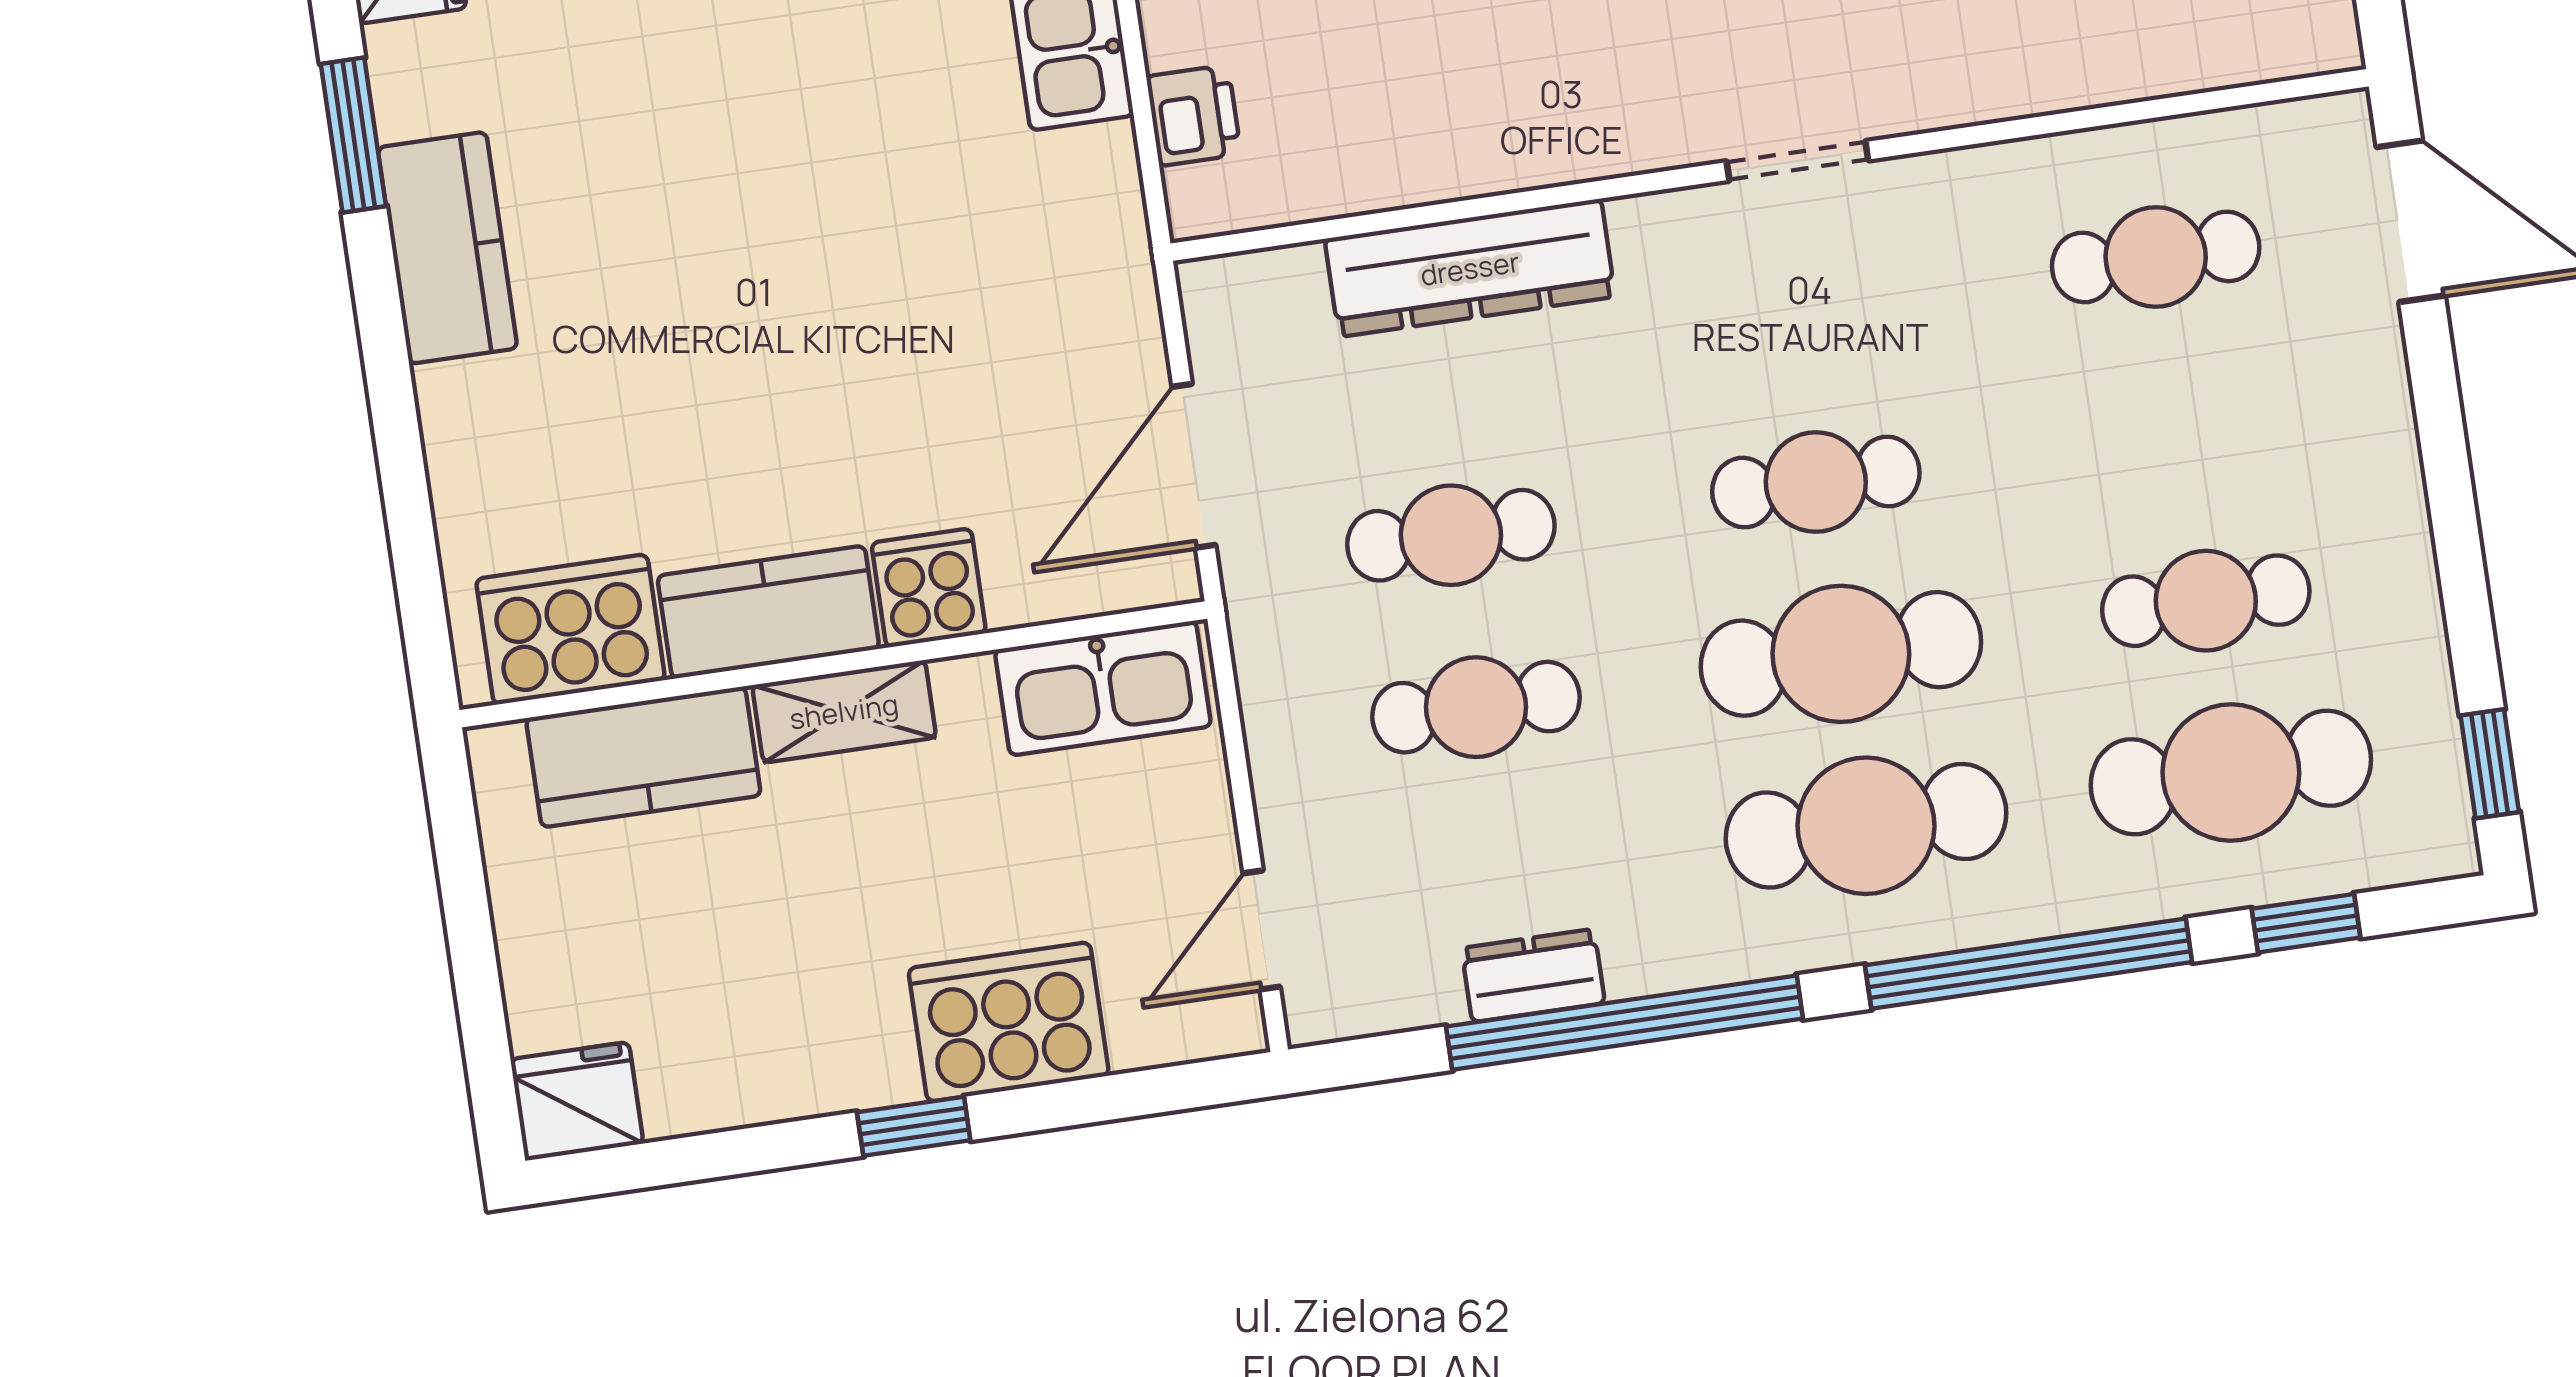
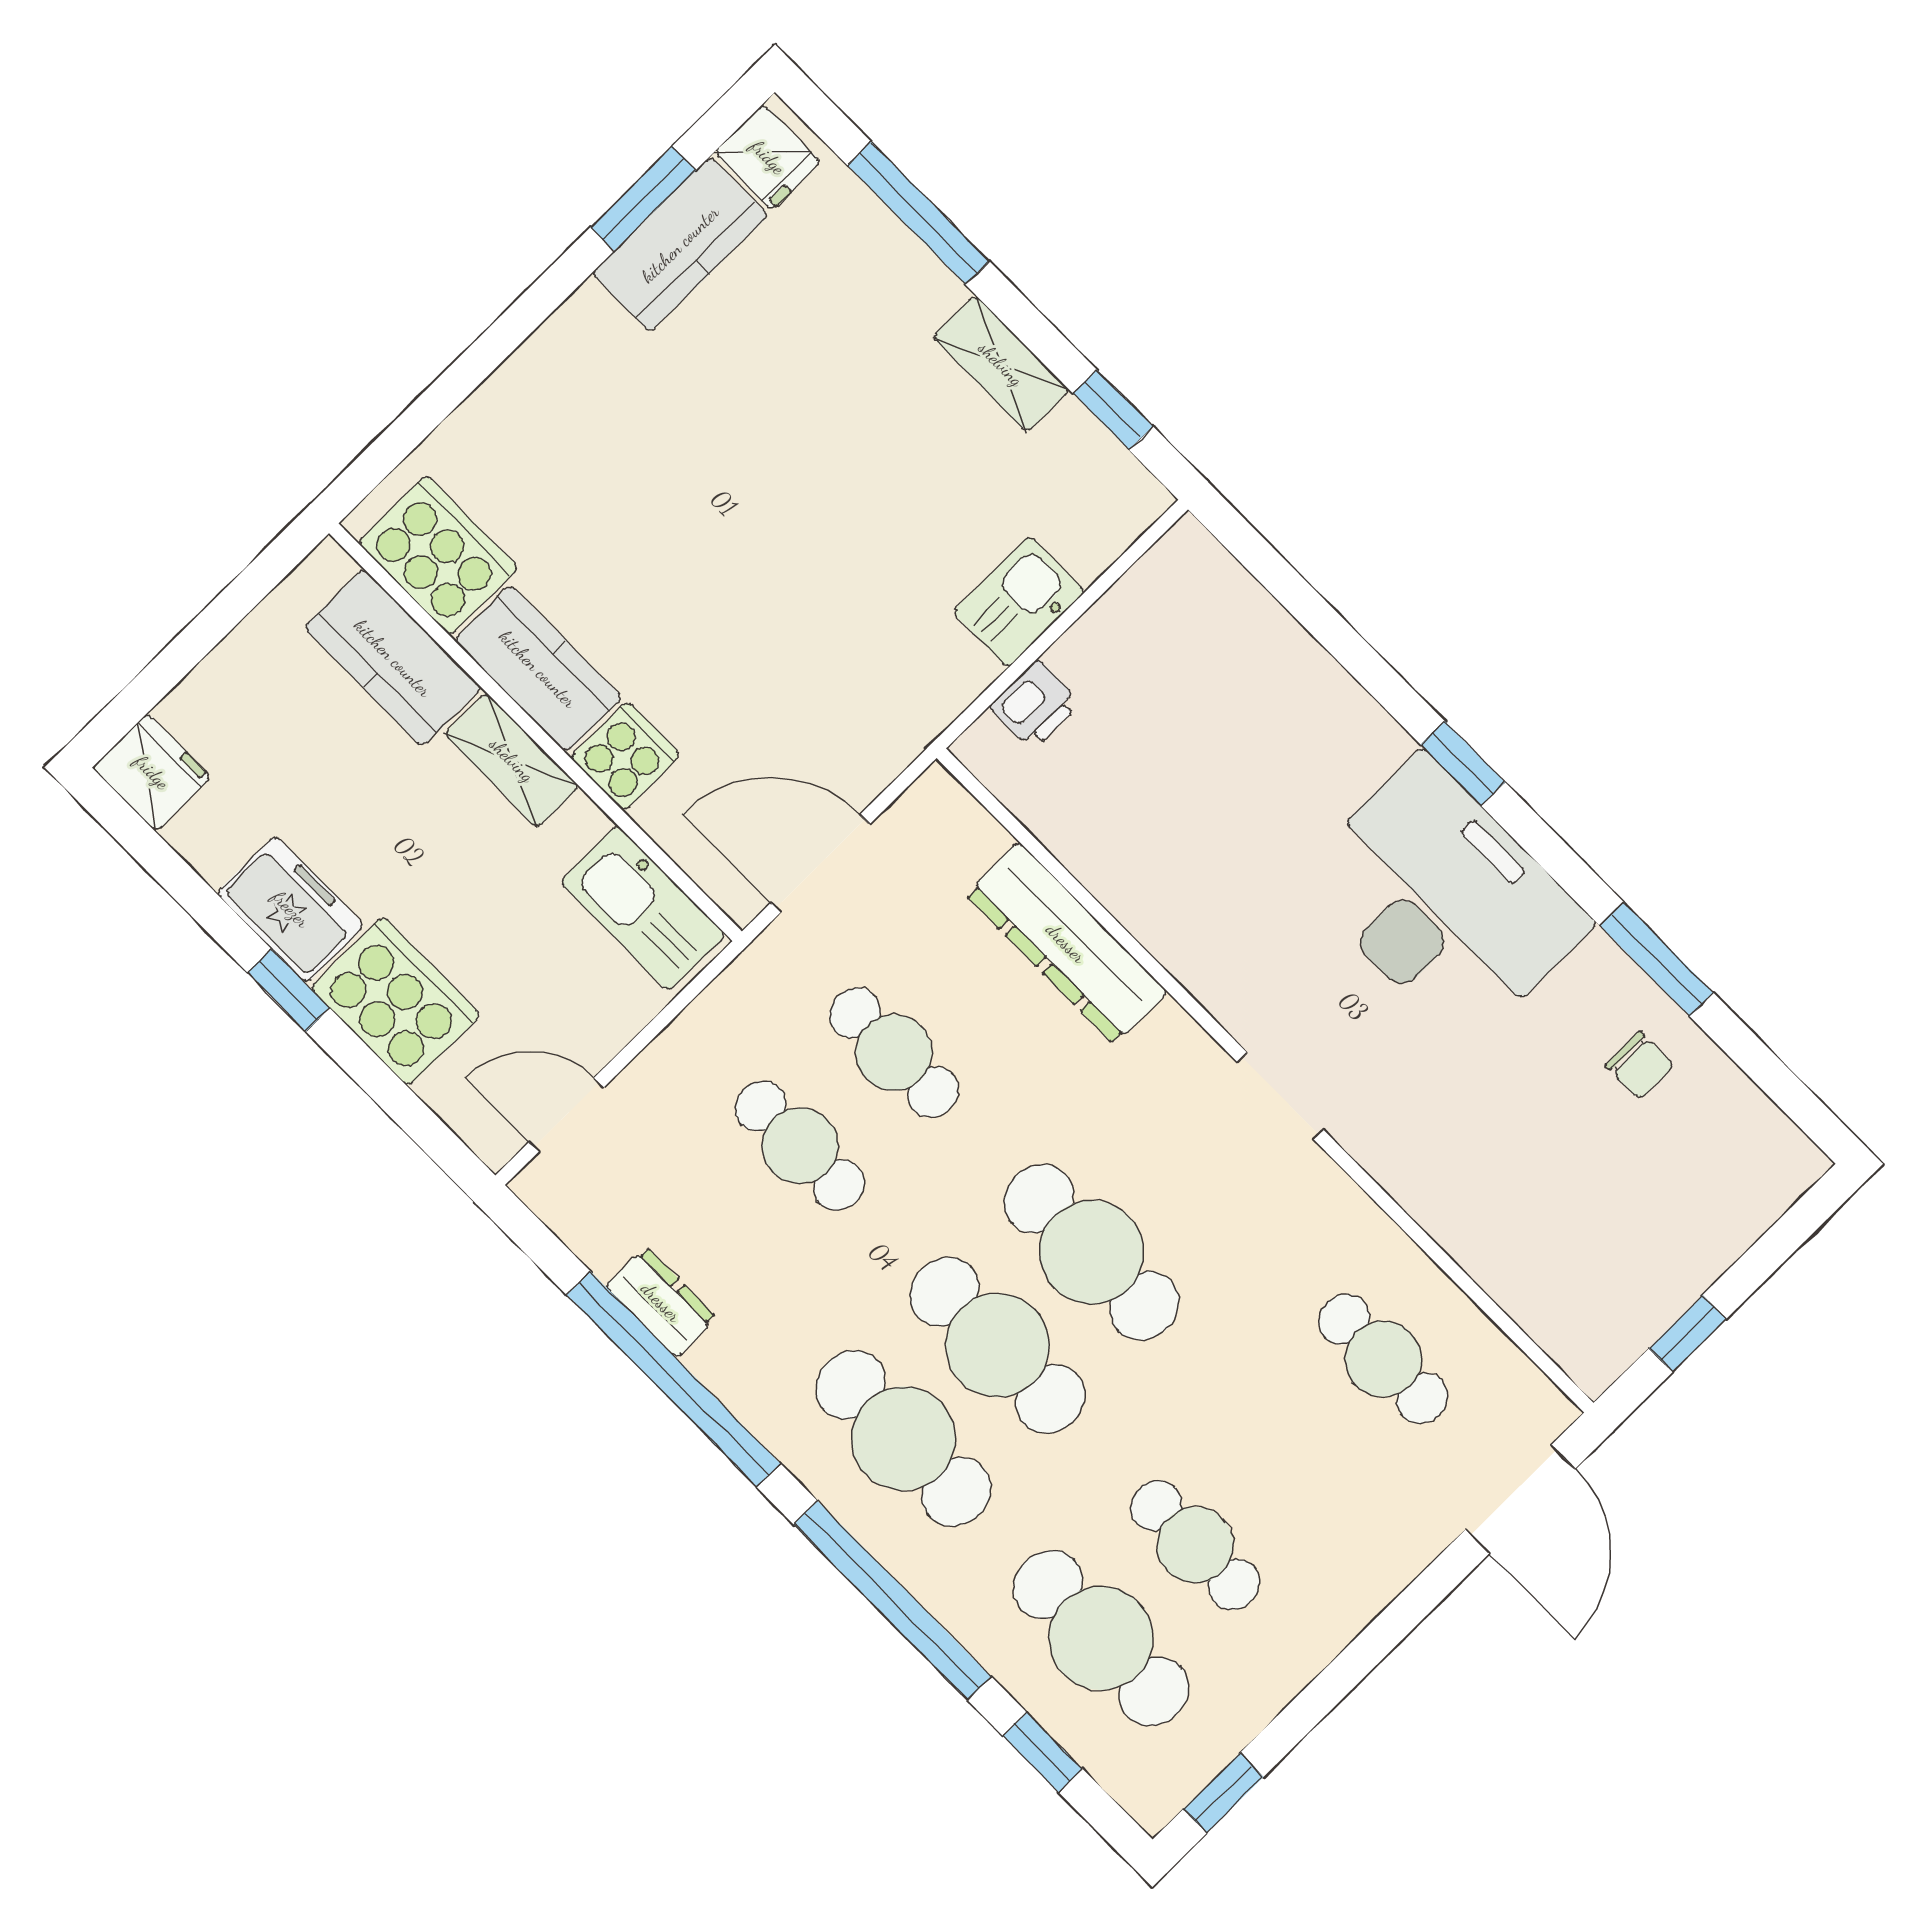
kitchen counter: (447, 248) -> (680, 244), moved
cafe table: (1816, 482) -> (1092, 1252), width x1.37, depth x1.35
freezer: (830, 1061) -> (291, 909), added

